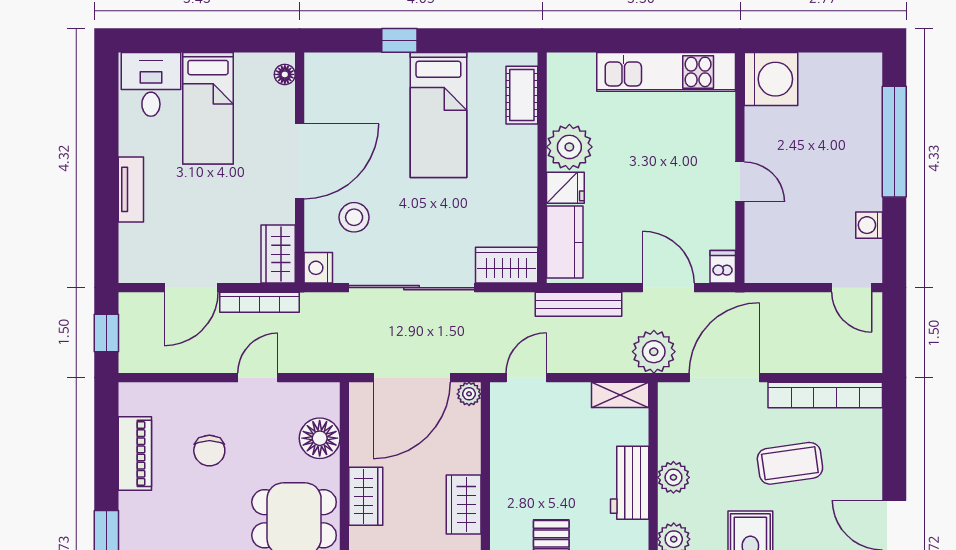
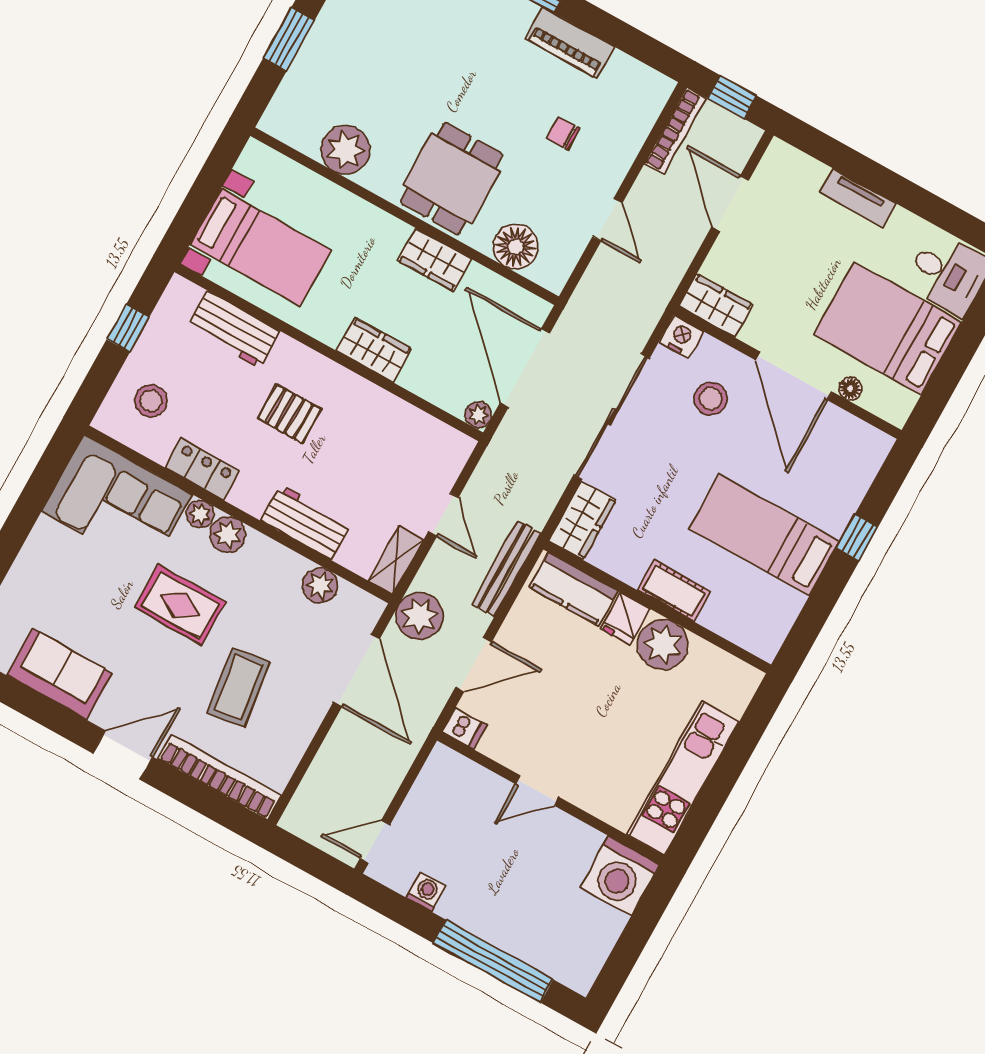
floor lamp: (285, 74) -> (850, 389), moved
cot: (522, 95) -> (674, 591), moved
bed: (208, 108) -> (888, 328), width x1.50
bookcase: (259, 302) -> (675, 131), moved, turned 180
door: (526, 378) -> (443, 515), moved
bookcase: (825, 395) -> (219, 777), moved, turned 90
chair: (209, 451) -> (563, 133), width x0.73, depth x0.73
piano: (135, 453) -> (570, 43), moved
plant: (673, 477) -> (320, 585), moved

